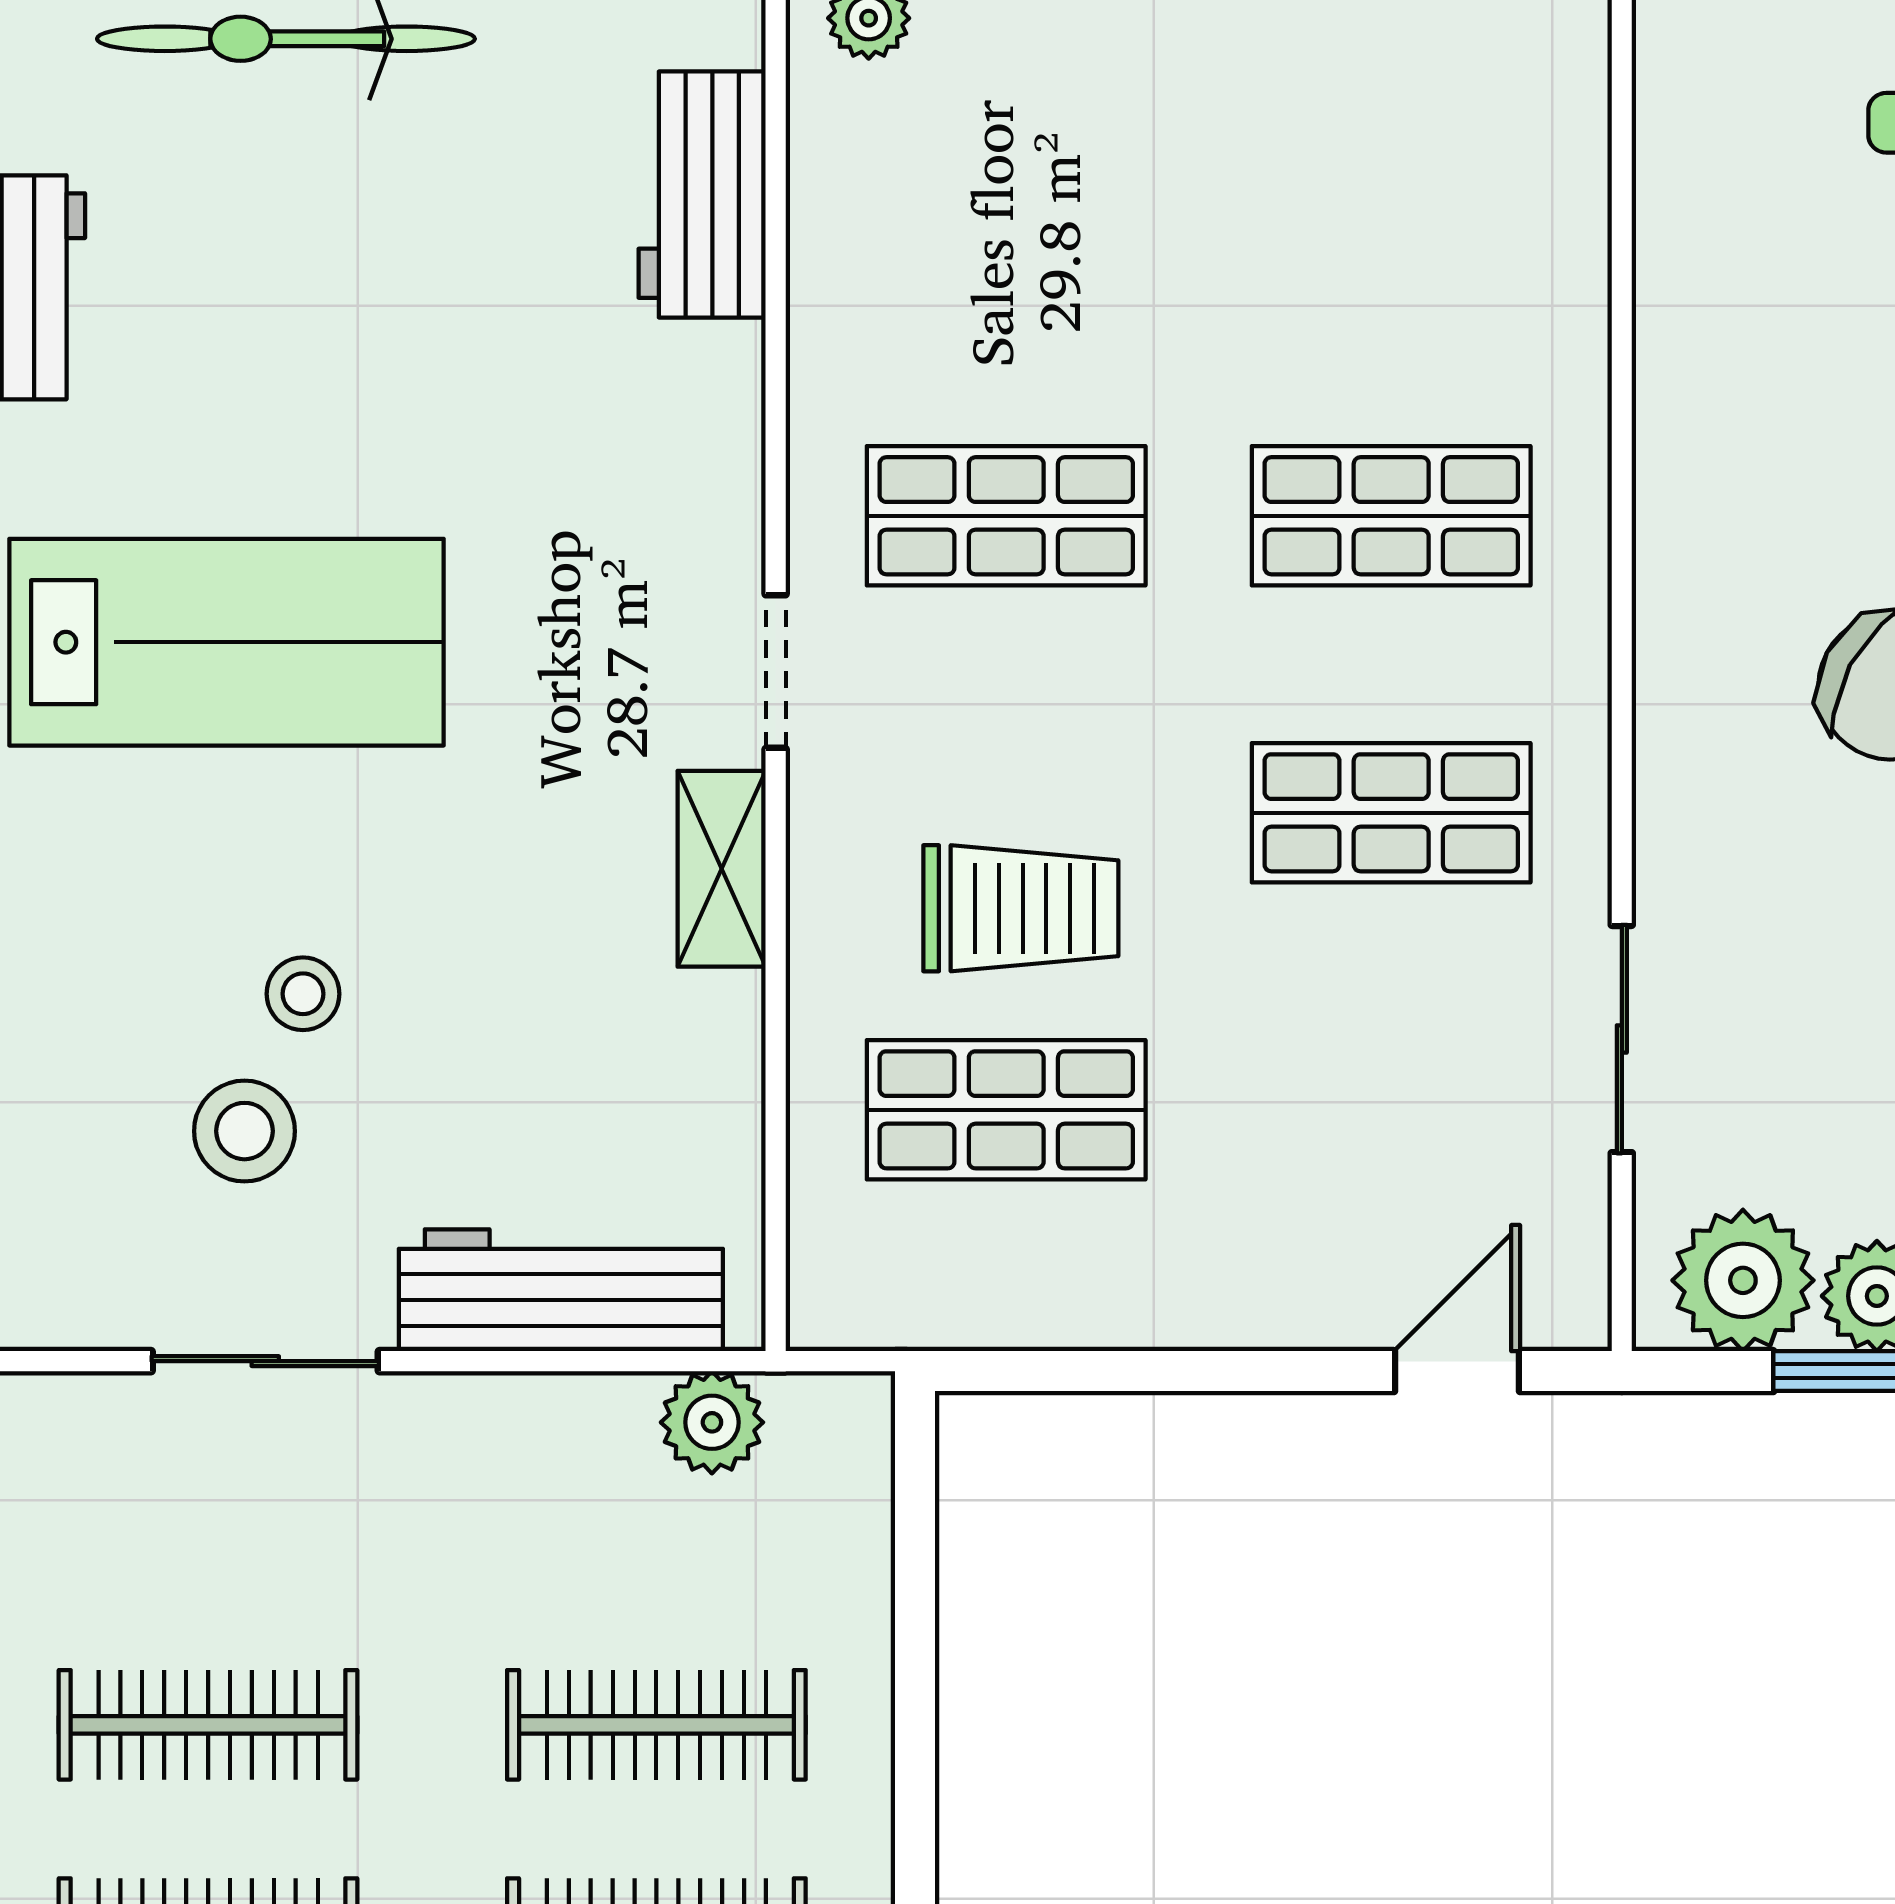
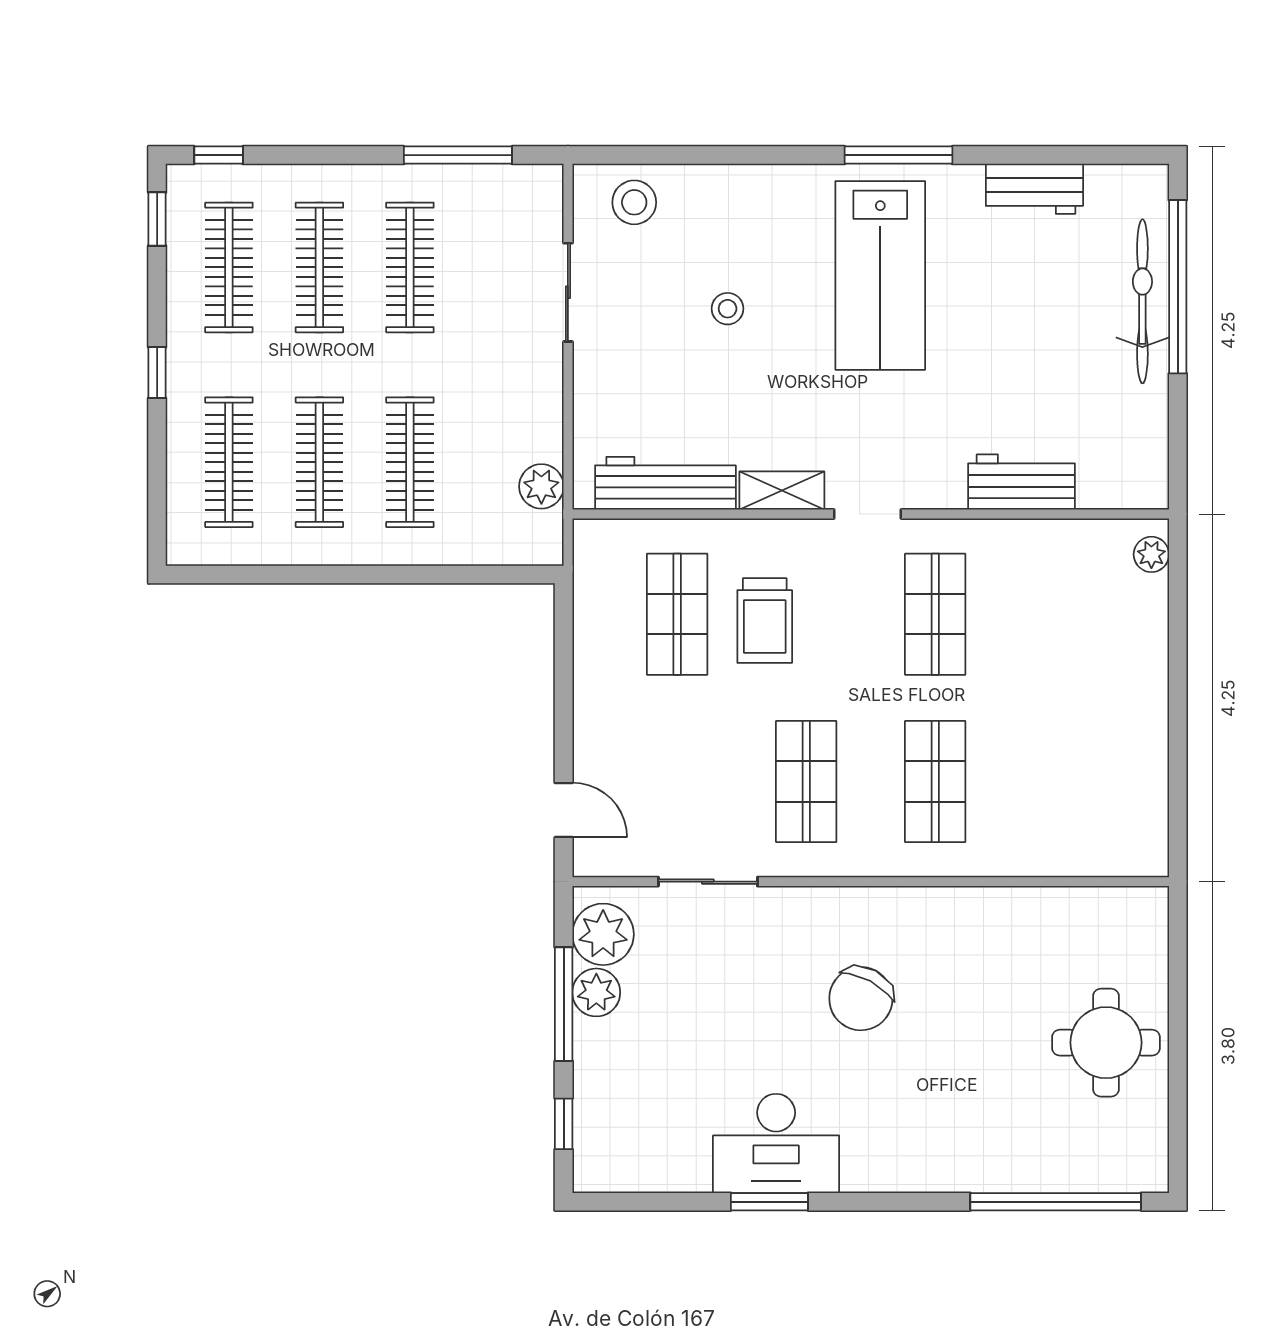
workbench: (702, 194) -> (1022, 482), moved
stool: (244, 1131) -> (634, 202), moved
workbench: (561, 1290) -> (665, 483), moved, turned -90

